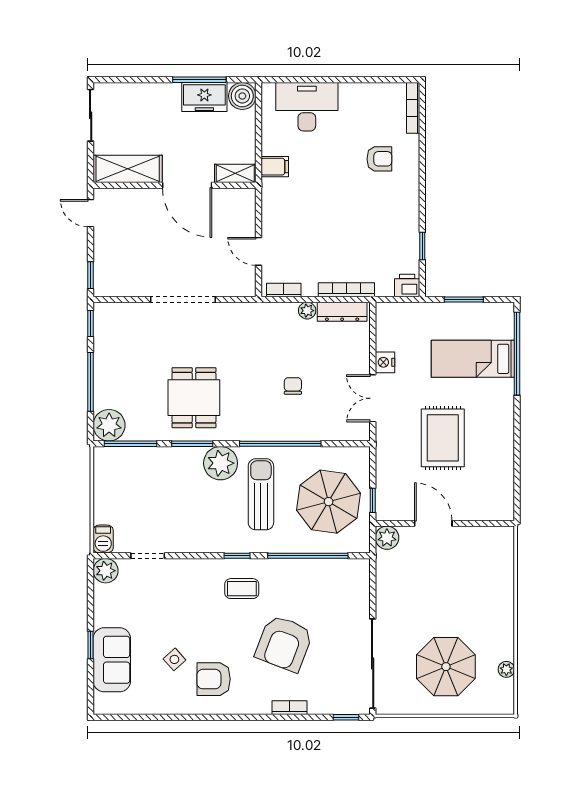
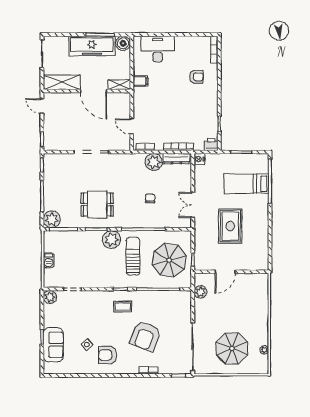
freezer: (204, 97) -> (92, 46), width x1.91, depth x1.26
plant: (307, 311) -> (154, 162), width x1.88, depth x1.88
nightstand: (385, 362) -> (199, 159), moved
dining table: (194, 398) -> (97, 205), turned 90
door: (433, 523) -> (225, 272), swing flipped
plant: (387, 538) -> (200, 292), moved
barbecue: (103, 539) -> (49, 260), moved

